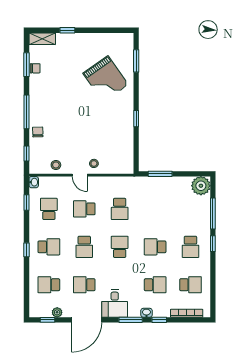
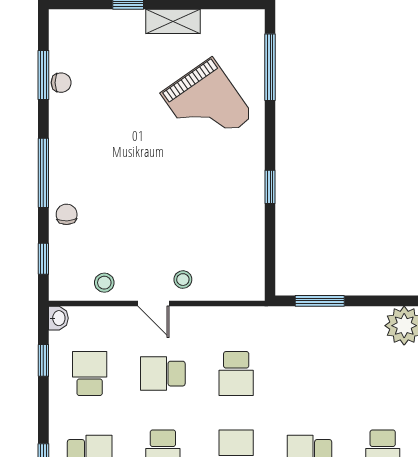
shelving: (42, 39) -> (173, 21), moved
window: (136, 61) -> (270, 67), width x1.44

